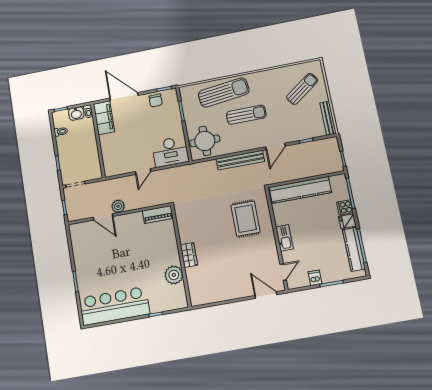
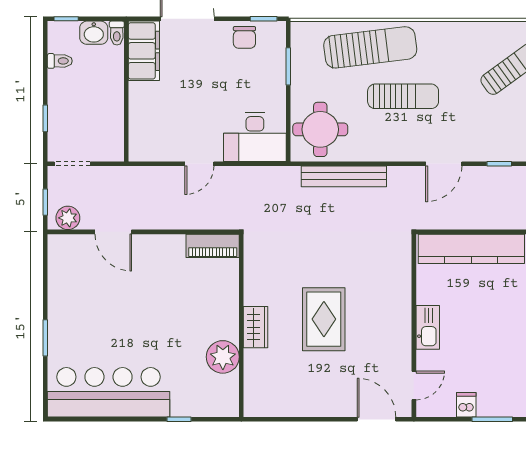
bench: (240, 160) -> (344, 176), moved
plant: (118, 206) -> (68, 218), moved
rug: (246, 219) -> (324, 319), moved

